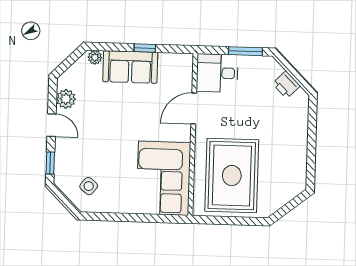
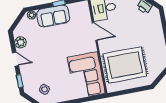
door: (194, 109) -> (95, 32), swing flipped
rug: (232, 176) -> (125, 65), turned 90

